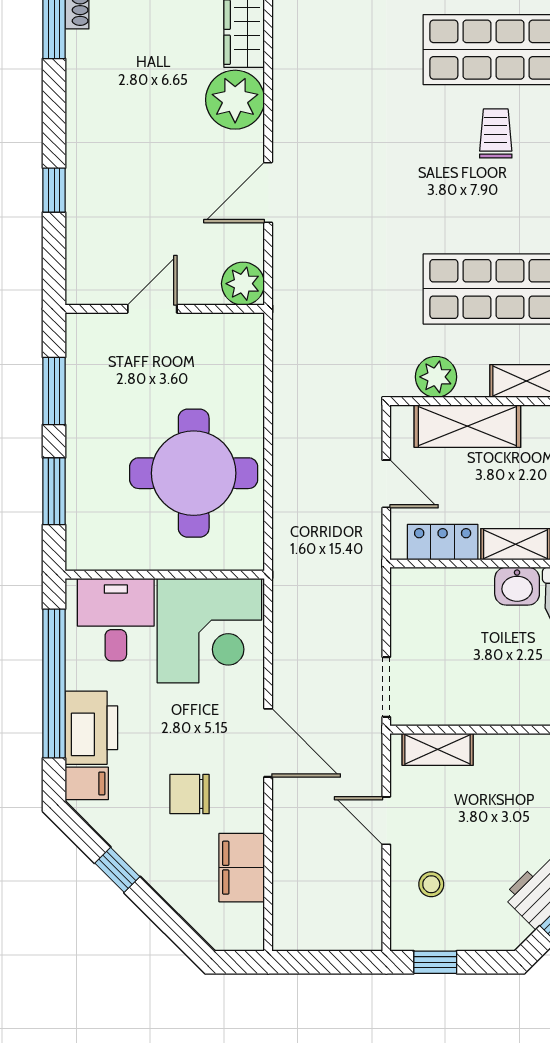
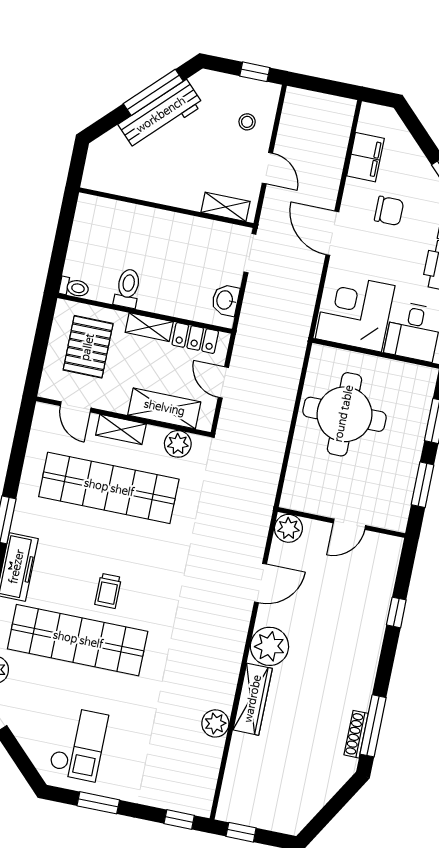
washbasin: (517, 586) -> (225, 300), moved, turned -90

